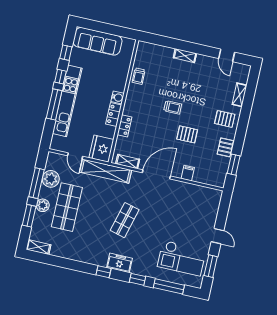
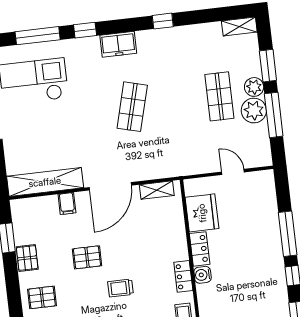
kitchen unit: (67, 101) -> (271, 245), removed
locker: (124, 126) -> (183, 276), moved
fridge: (101, 149) -> (202, 213), moved
shelving: (106, 171) -> (45, 182), moved
plant: (51, 179) -> (254, 111), moved
shop shelf: (67, 207) -> (219, 96), width x0.70, depth x0.74
window: (104, 272) -> (163, 21), moved

